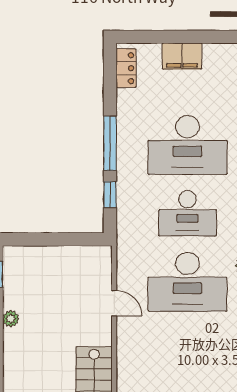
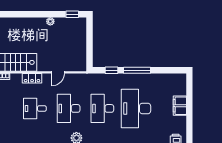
locker: (126, 68) -> (32, 78), moved
desk: (188, 282) -> (69, 108), width x0.73, depth x0.77
desk: (188, 350) -> (35, 108), added

